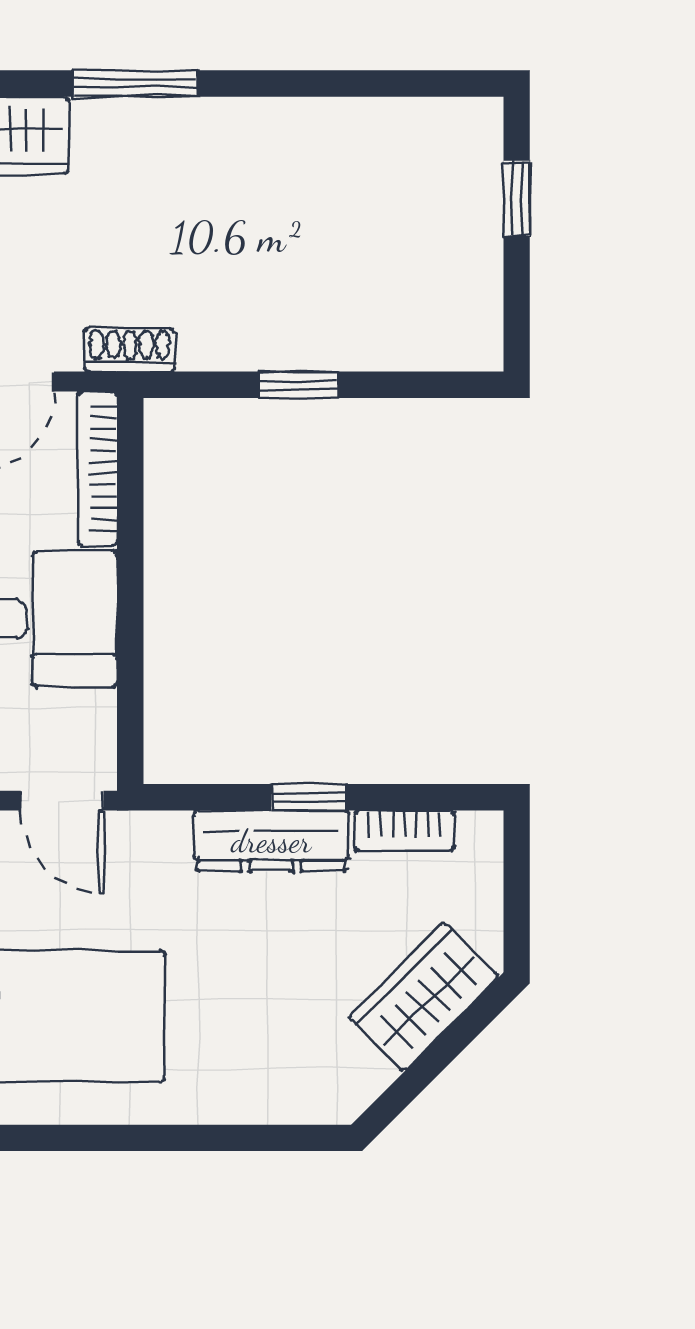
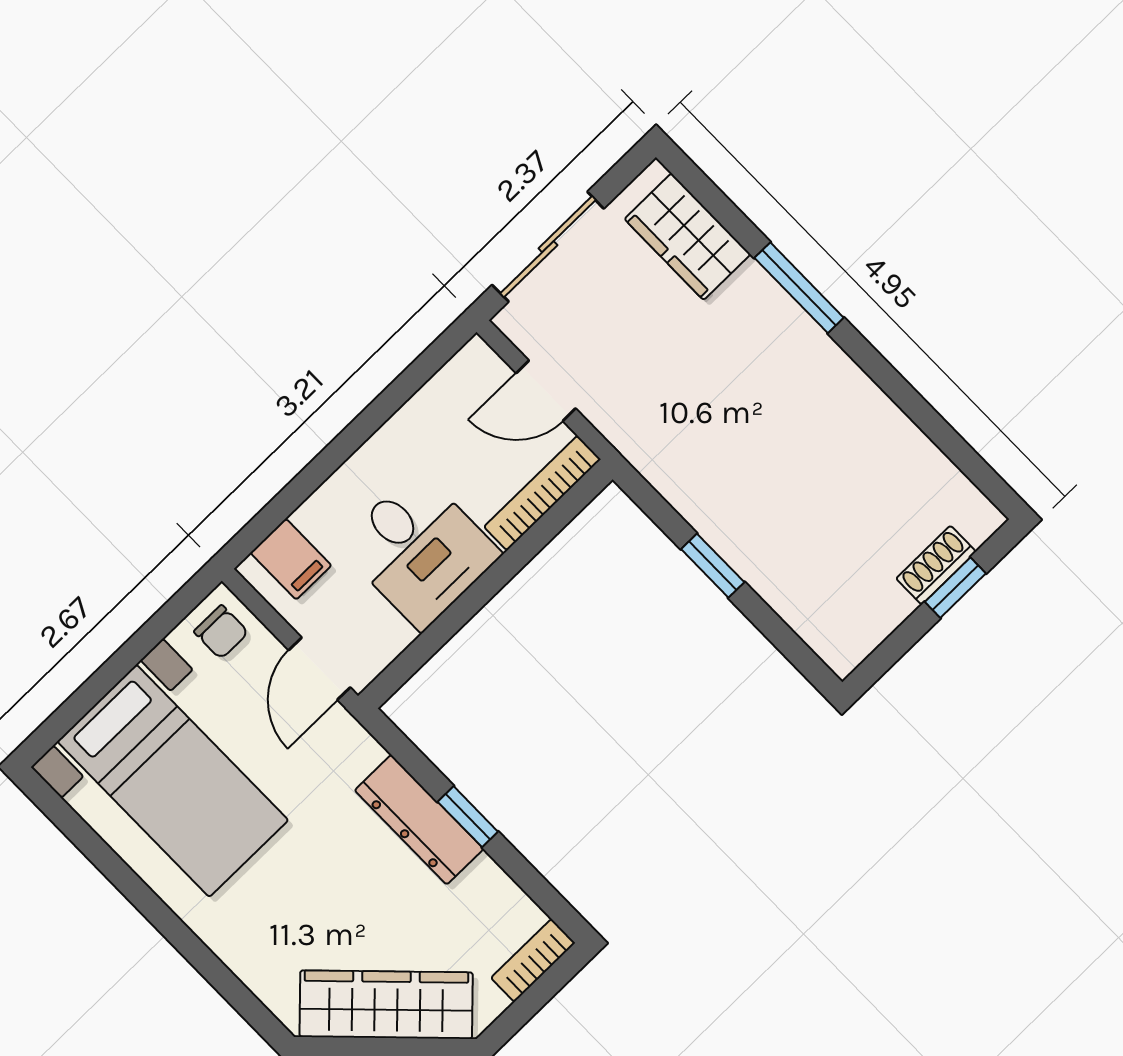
shoe rack: (130, 350) -> (936, 565), moved, turned -90
bookcase: (404, 830) -> (533, 960), moved, turned 90
wardrobe: (424, 997) -> (386, 1005), width x1.50

